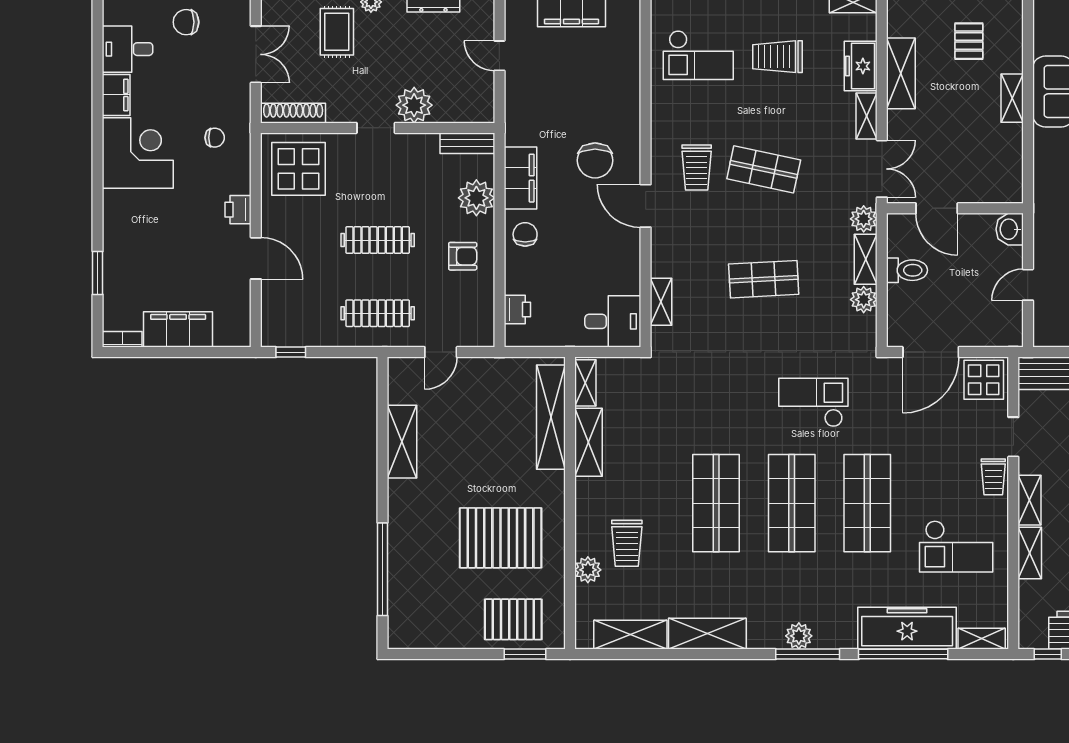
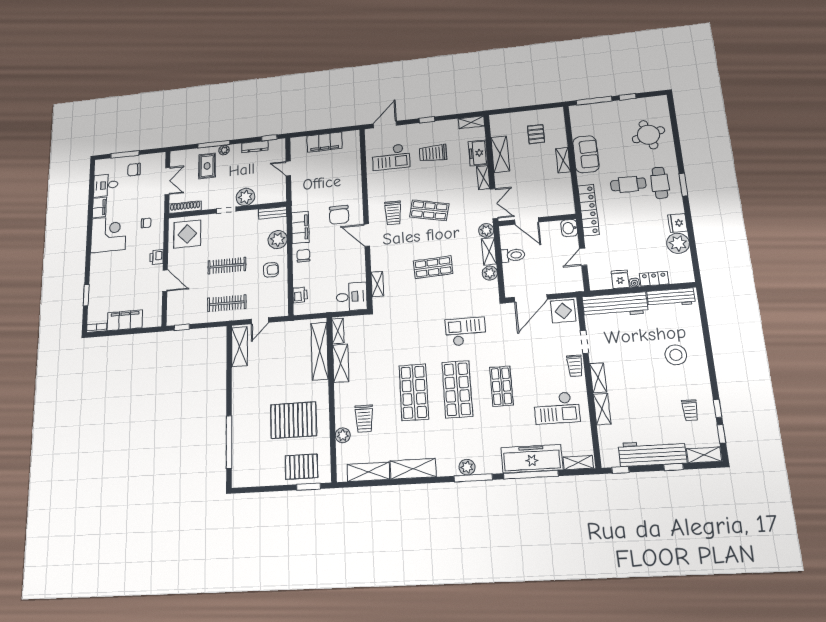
locker: (1046, 199) -> (589, 210), added
shelving: (402, 442) -> (239, 347), moved
shop shelf: (867, 503) -> (501, 386), width x0.70, depth x0.74

